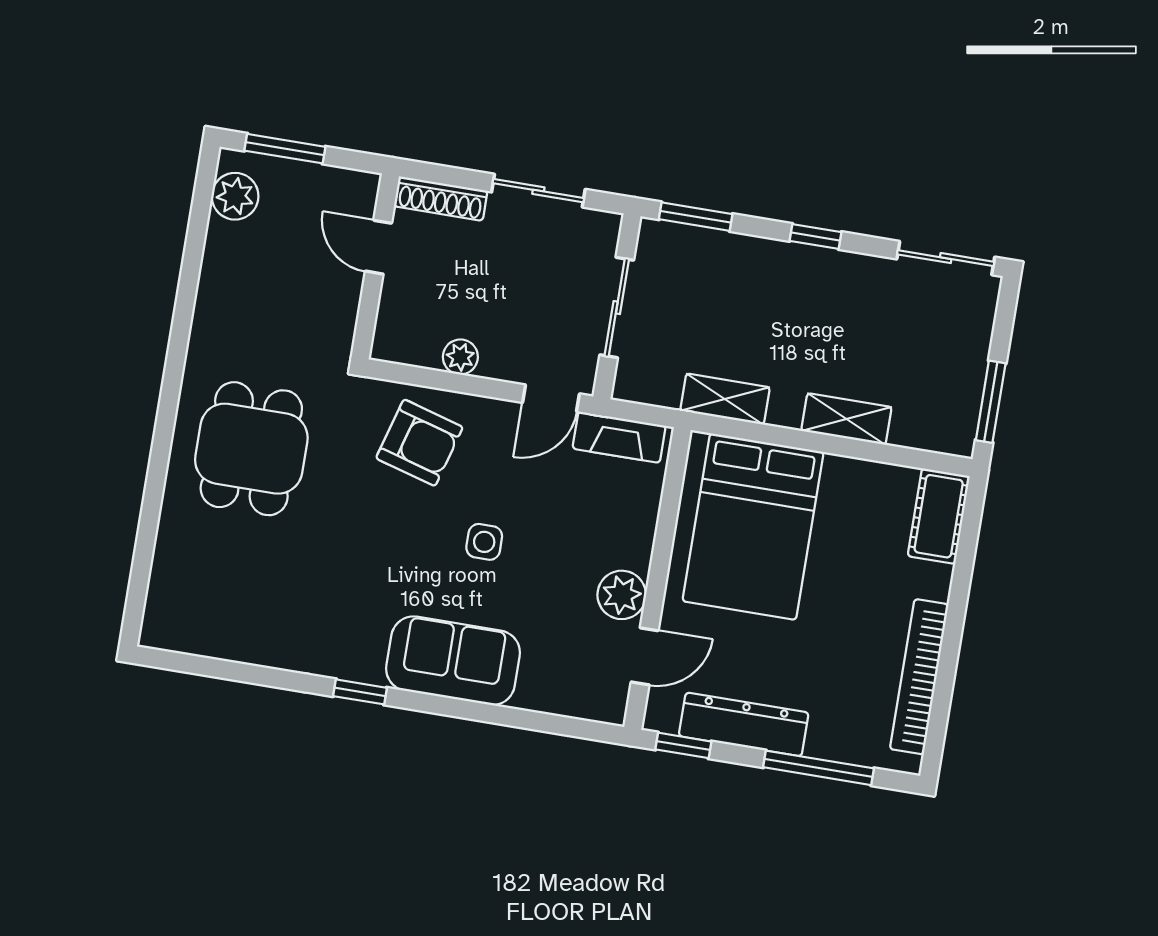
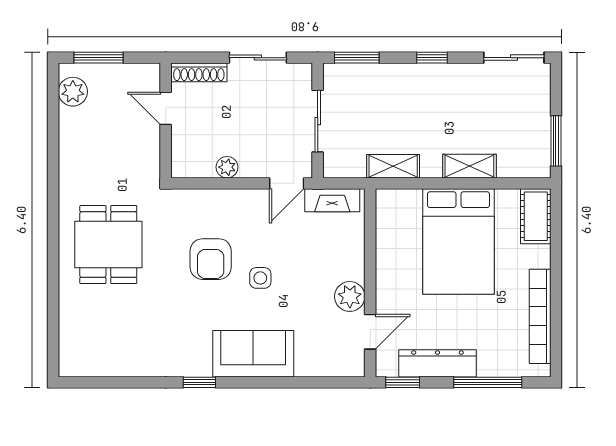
armchair: (419, 443) -> (211, 259), moved, turned 74
bed: (753, 527) -> (458, 241), moved

